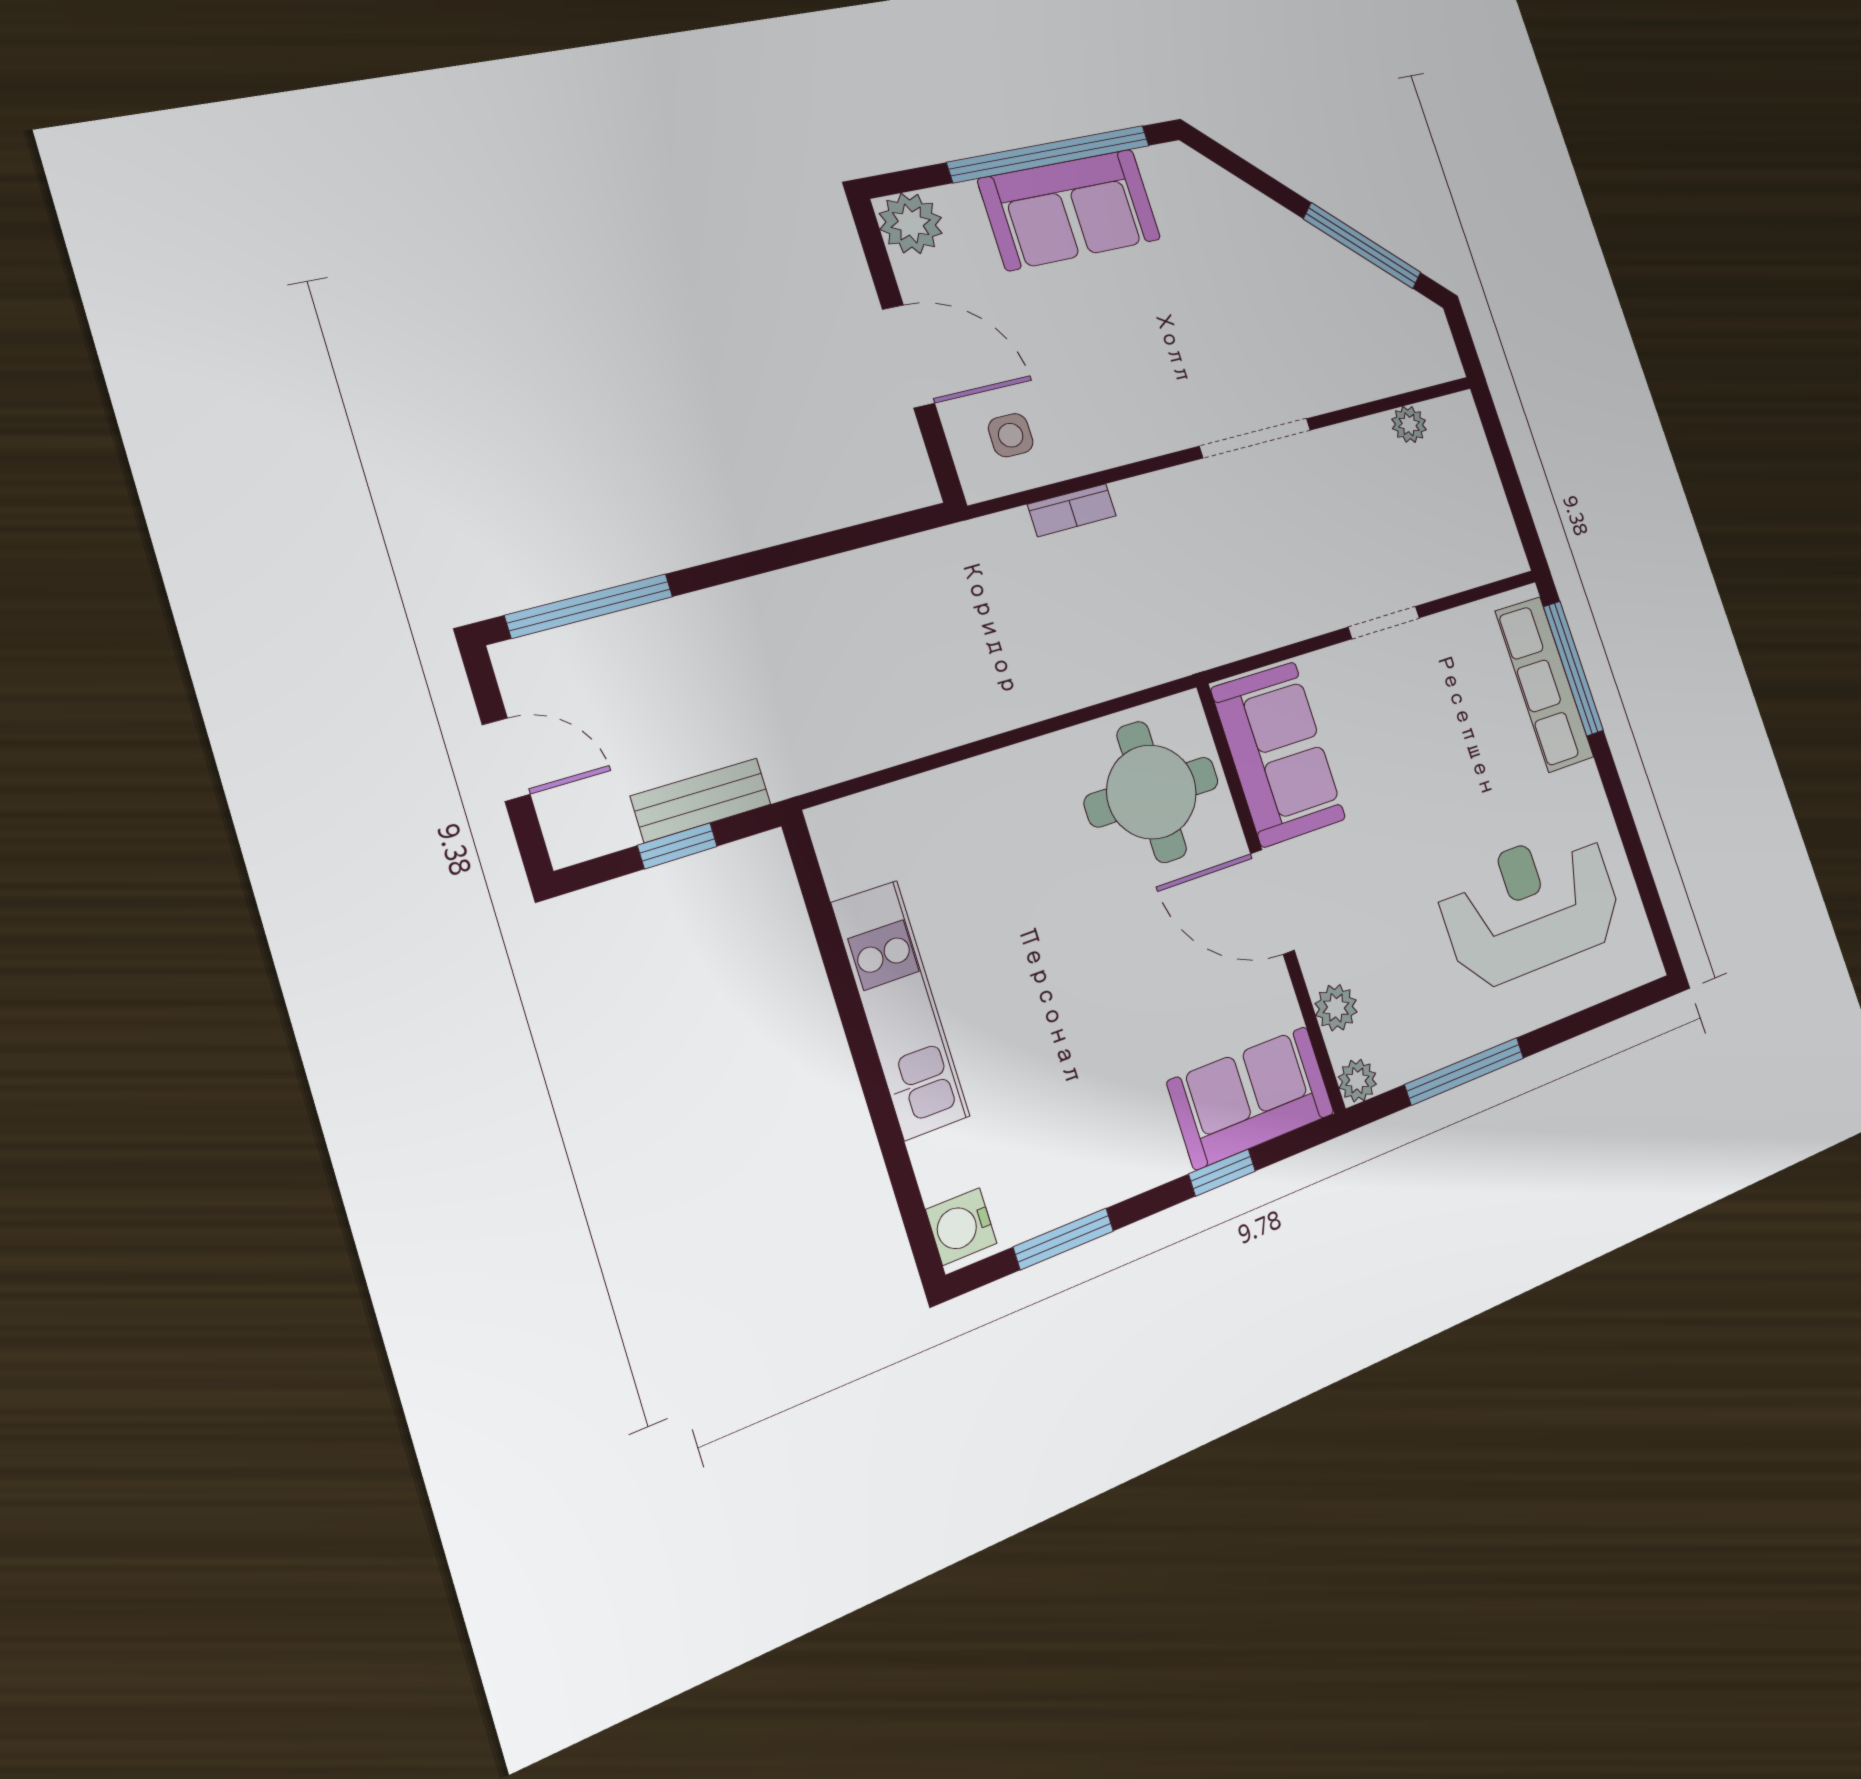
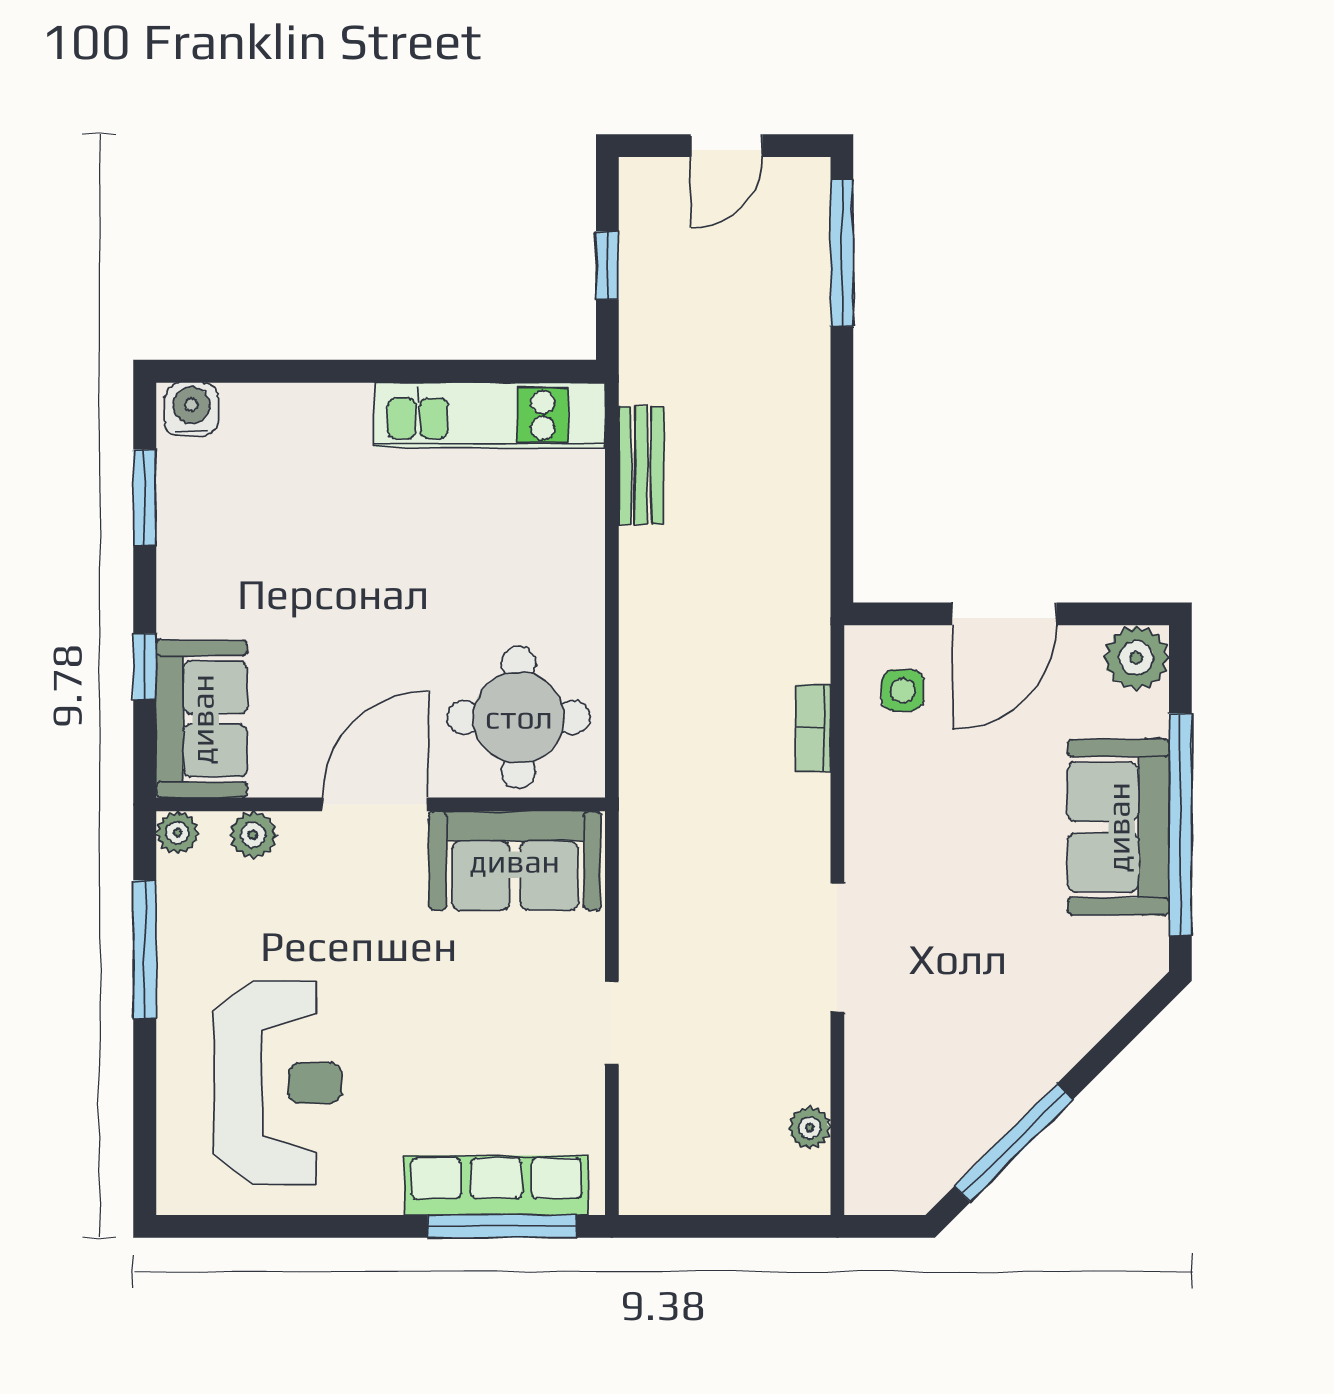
bench: (701, 800) -> (641, 465), moved
kitchen unit: (900, 1010) -> (490, 415), moved

